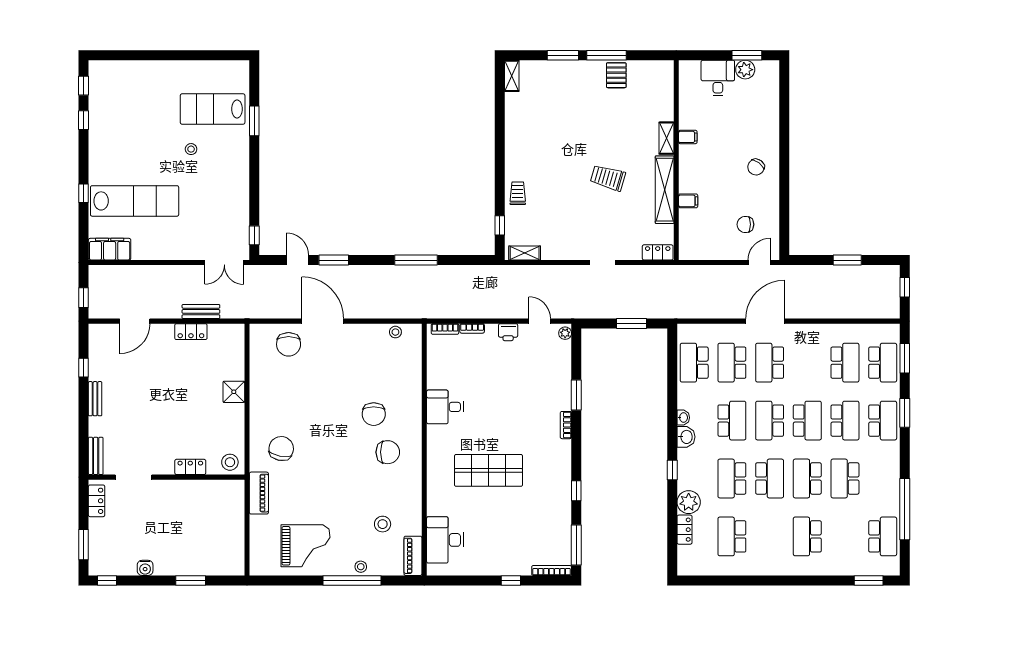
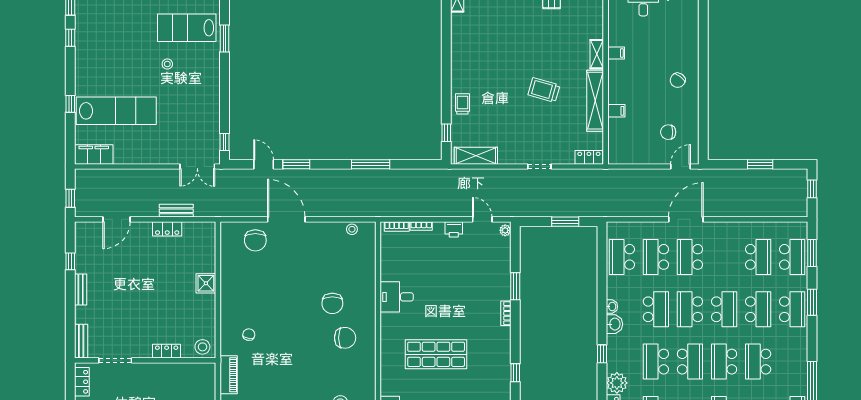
shelving: (525, 253) -> (476, 156), width x1.50, depth x1.33
chair: (281, 449) -> (249, 335), width x0.54, depth x0.54

